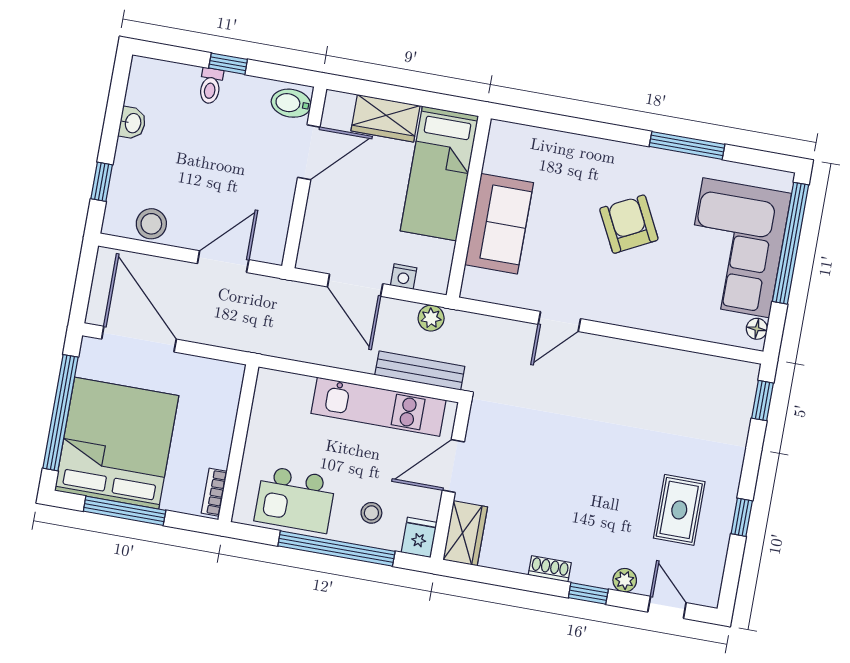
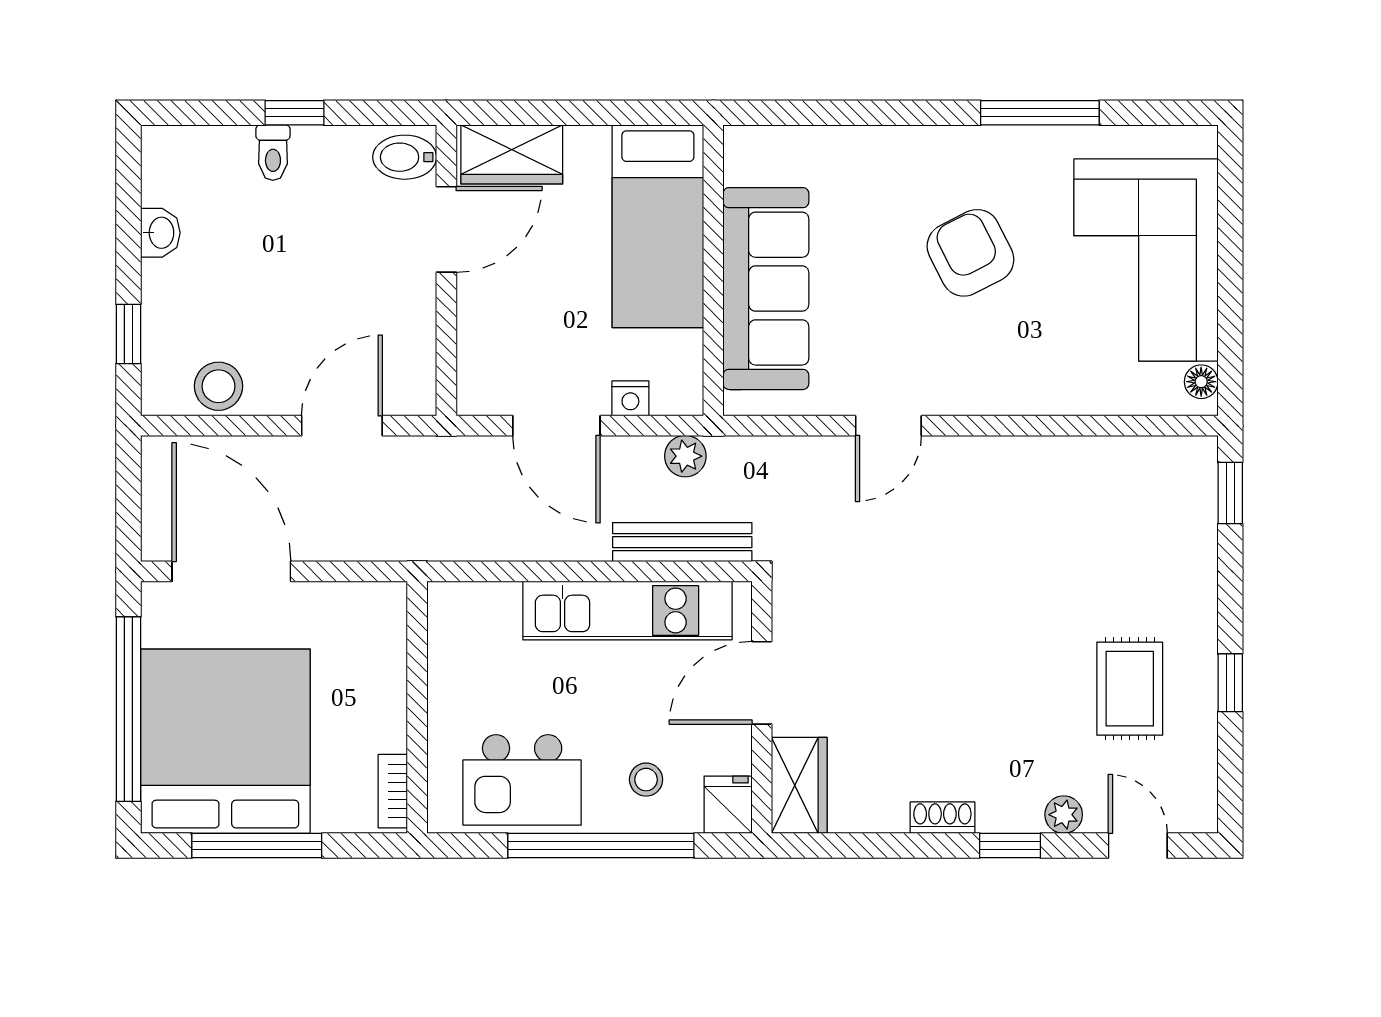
wardrobe: (385, 118) -> (512, 154), moved
sofa: (499, 224) -> (766, 289), width x1.36
window: (790, 243) -> (1230, 238), removed

